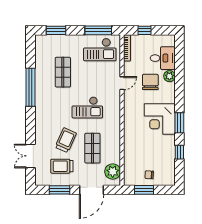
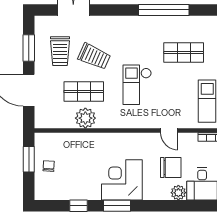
trolley: (62, 166) -> (60, 51), turned 180
plant: (113, 172) -> (85, 118), moved

